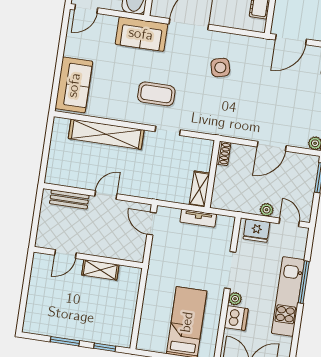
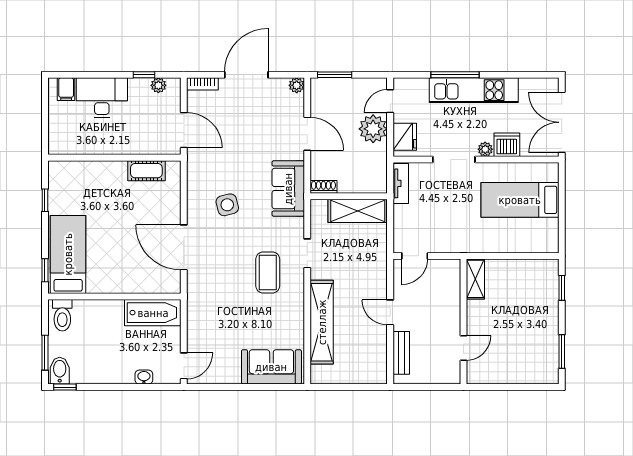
door: (86, 9) -> (184, 366), hinge flipped
sofa: (141, 34) -> (288, 189), moved, turned 180
shelving: (199, 189) -> (358, 211), width x1.50, depth x1.33
plant: (267, 210) -> (373, 129), width x1.87, depth x1.87
tv unit: (198, 218) -> (401, 183), moved
door: (65, 254) -> (463, 348), hinge flipped
shelving: (100, 270) -> (475, 279), moved
window: (65, 341) -> (562, 352), moved

